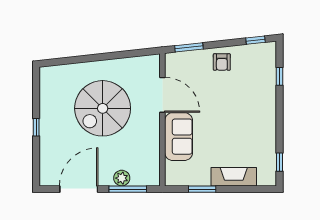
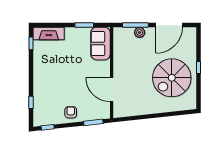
spiral stairs: (103, 108) -> (172, 78), moved, turned 180
sofa: (179, 137) -> (100, 44), moved
fireplace: (234, 177) -> (49, 33), moved

